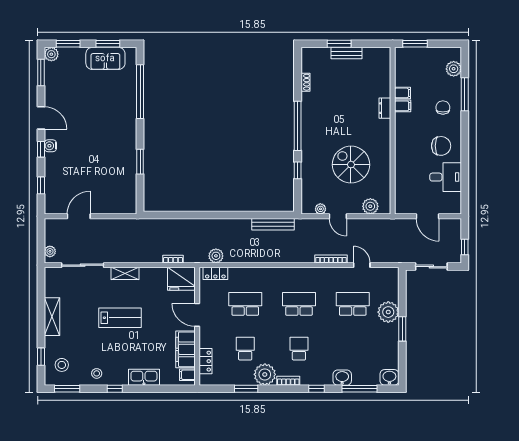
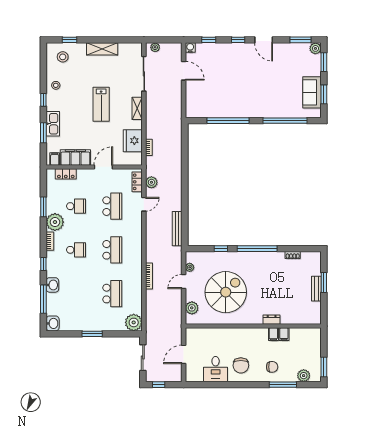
window: (415, 44) -> (324, 367), moved
door: (41, 118) -> (264, 40), hinge flipped
water cooler: (50, 146) -> (190, 48), moved
window: (140, 162) -> (228, 121), width x2.11
spiral stairs: (351, 165) -> (226, 292), width x1.37, depth x1.37
door: (362, 265) -> (144, 204), moved
fridge: (181, 279) -> (133, 141), moved
plant: (388, 312) -> (134, 322), moved
window: (67, 389) -> (43, 133), moved

